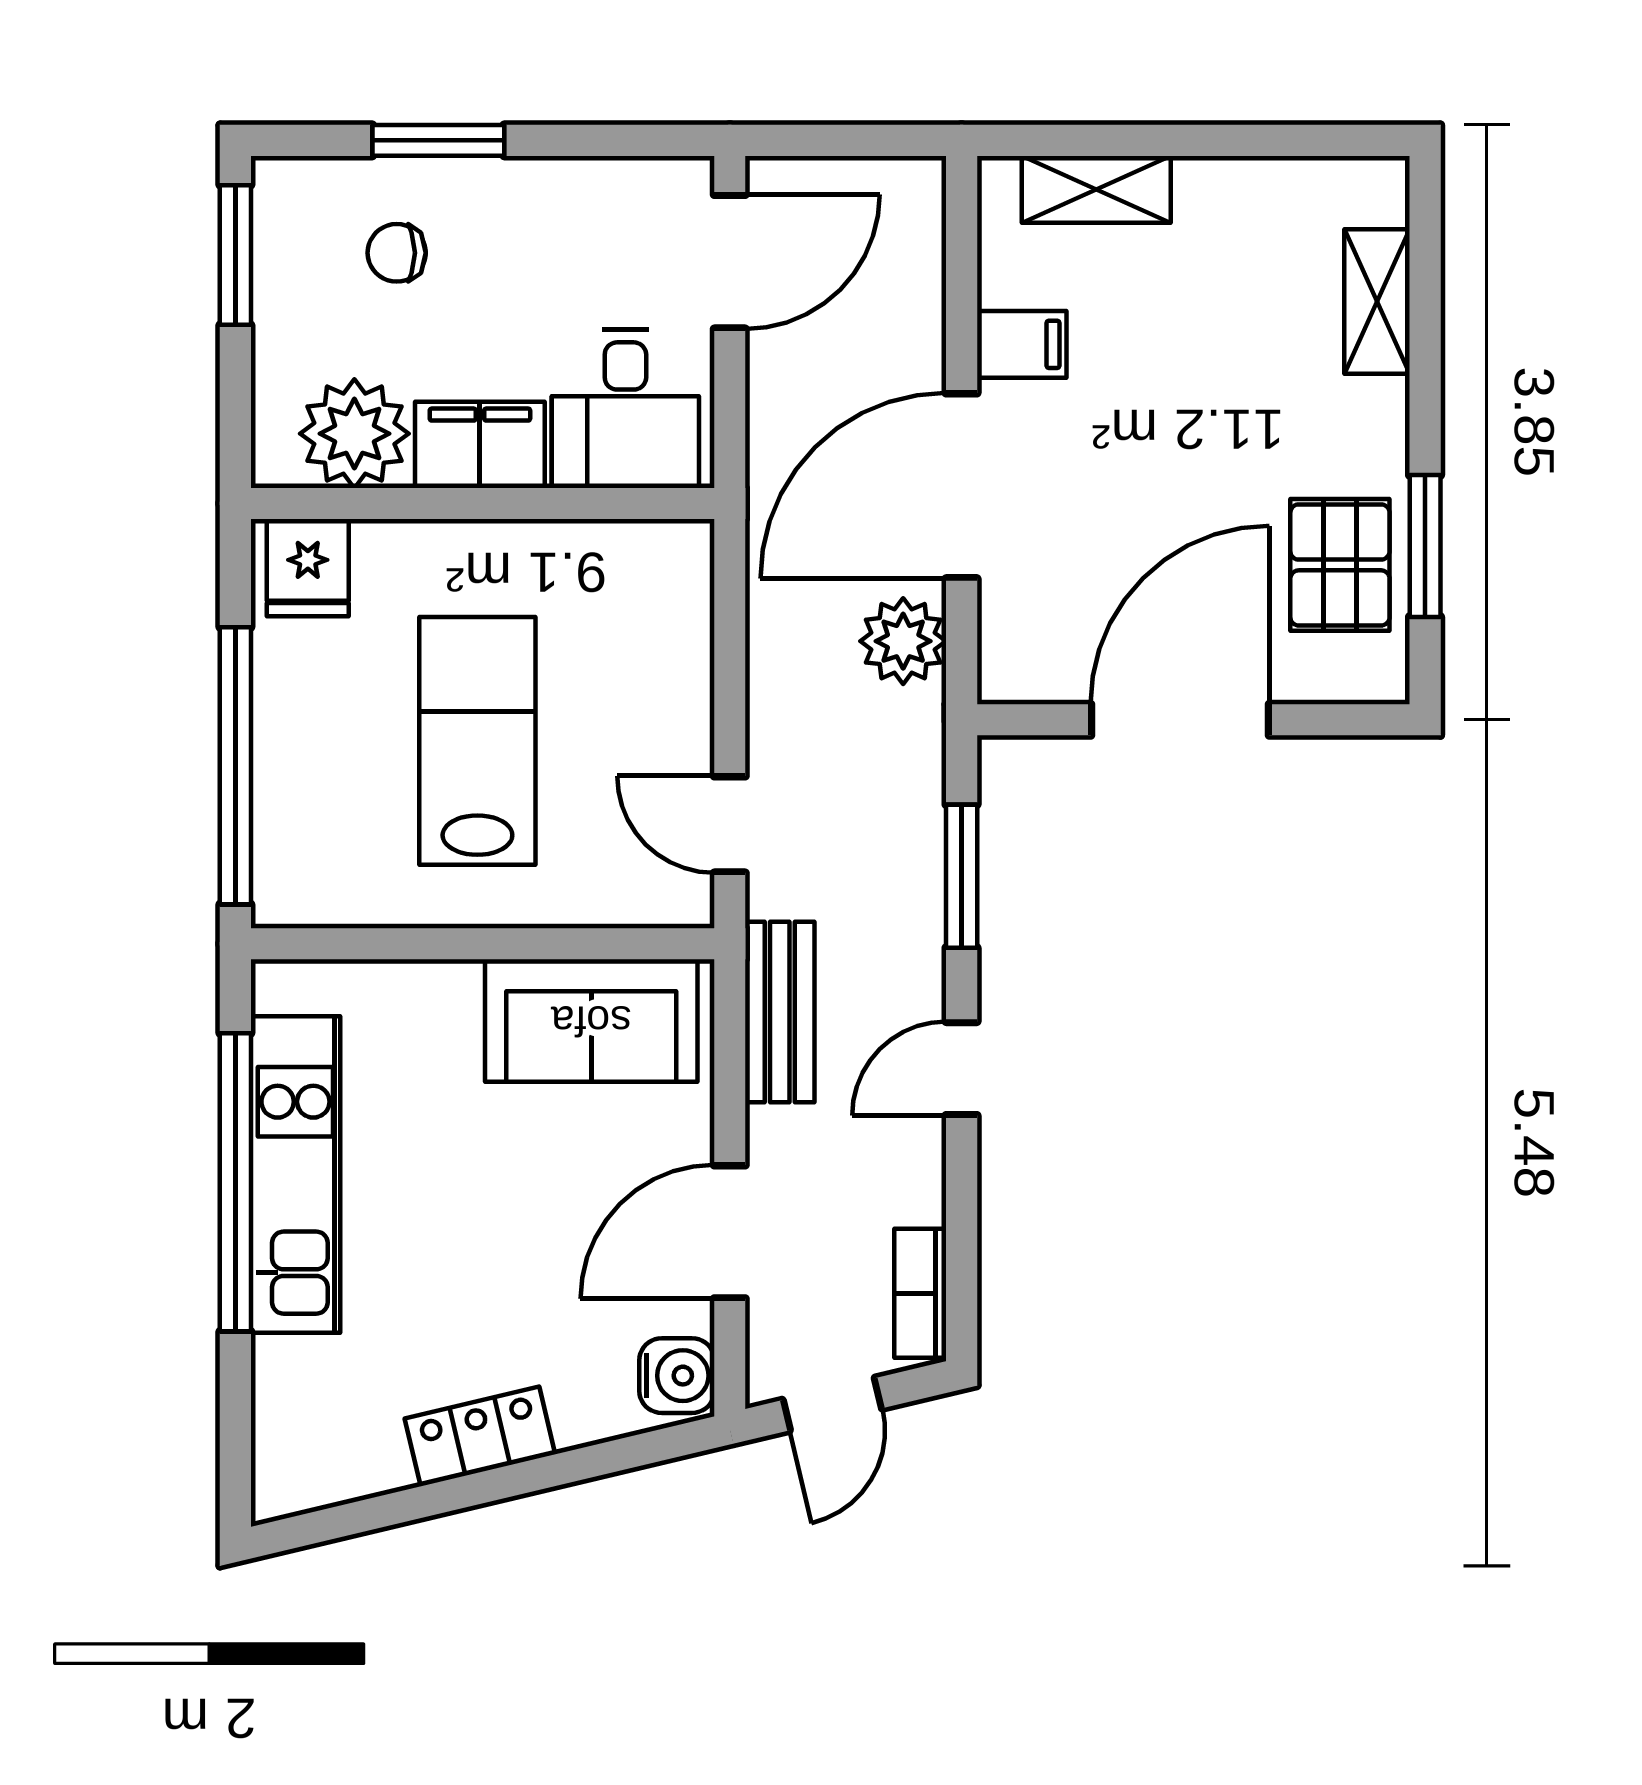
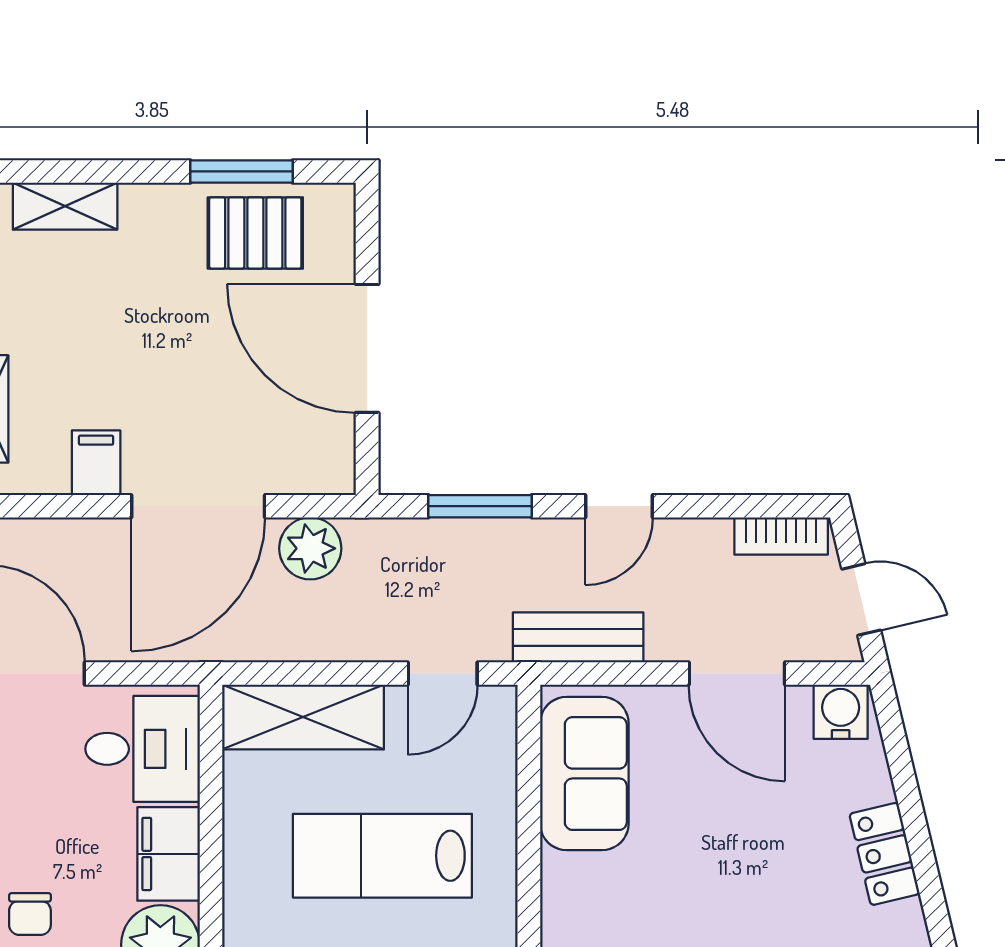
door: (962, 486) -> (198, 506), hinge flipped
shelving: (670, 631) -> (303, 717), added
door: (962, 1069) -> (619, 506), hinge flipped

